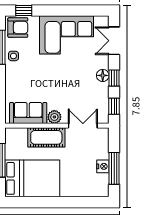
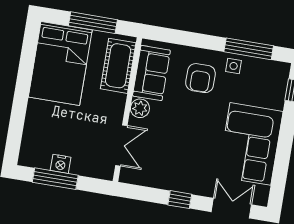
armchair: (18, 28) -> (200, 78), moved
floor lamp: (103, 75) -> (186, 185), removed
window: (114, 106) -> (141, 193), removed
cot: (46, 137) -> (118, 66), moved

